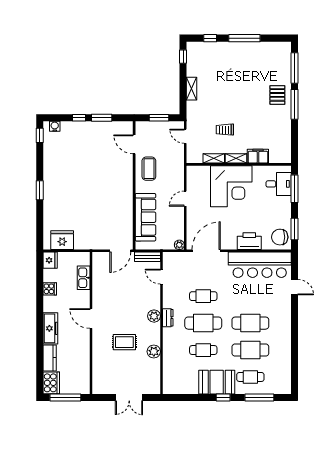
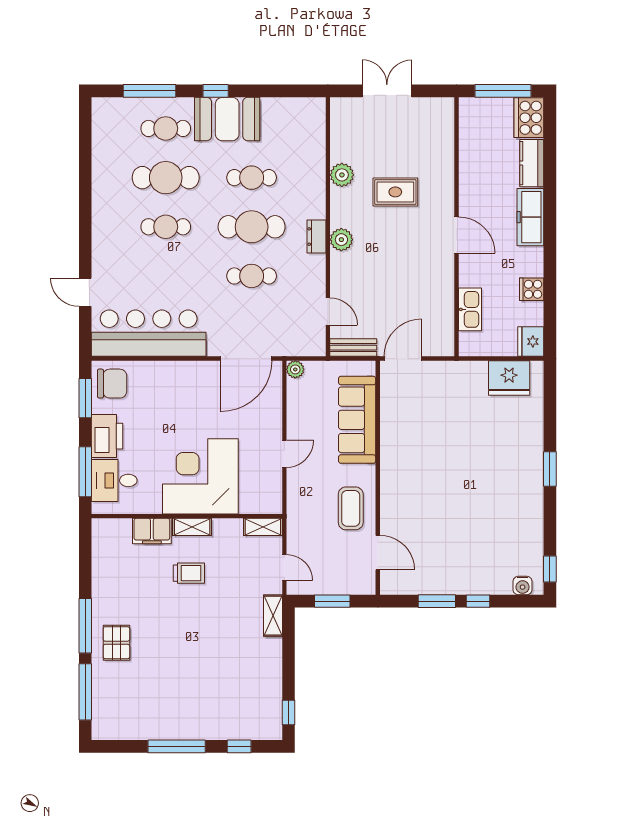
shelving: (192, 89) -> (273, 616), moved
trolley: (225, 130) -> (189, 573), moved
shelving: (214, 158) -> (263, 527), moved
printer: (249, 241) -> (107, 436), moved, turned -90
cafe table: (250, 323) -> (166, 227), width x0.73, depth x0.74

